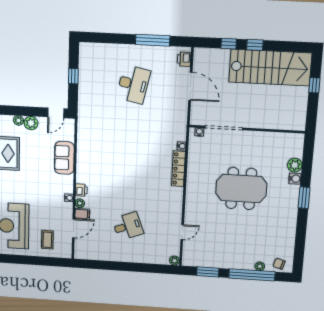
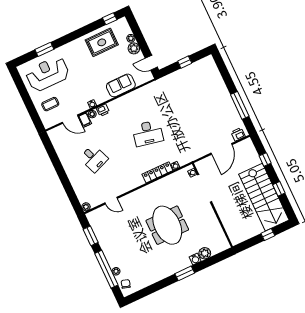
window: (255, 45) -> (279, 189), moved
desk: (133, 84) -> (148, 133), moved

